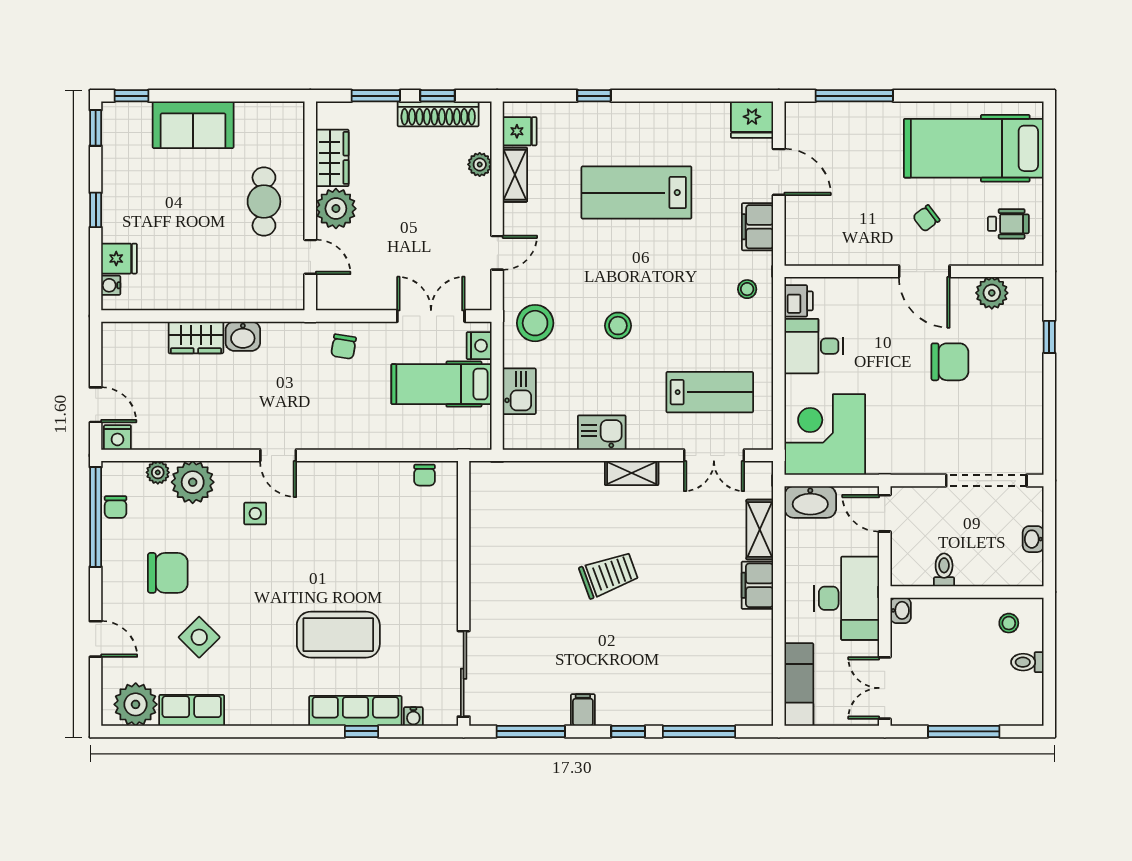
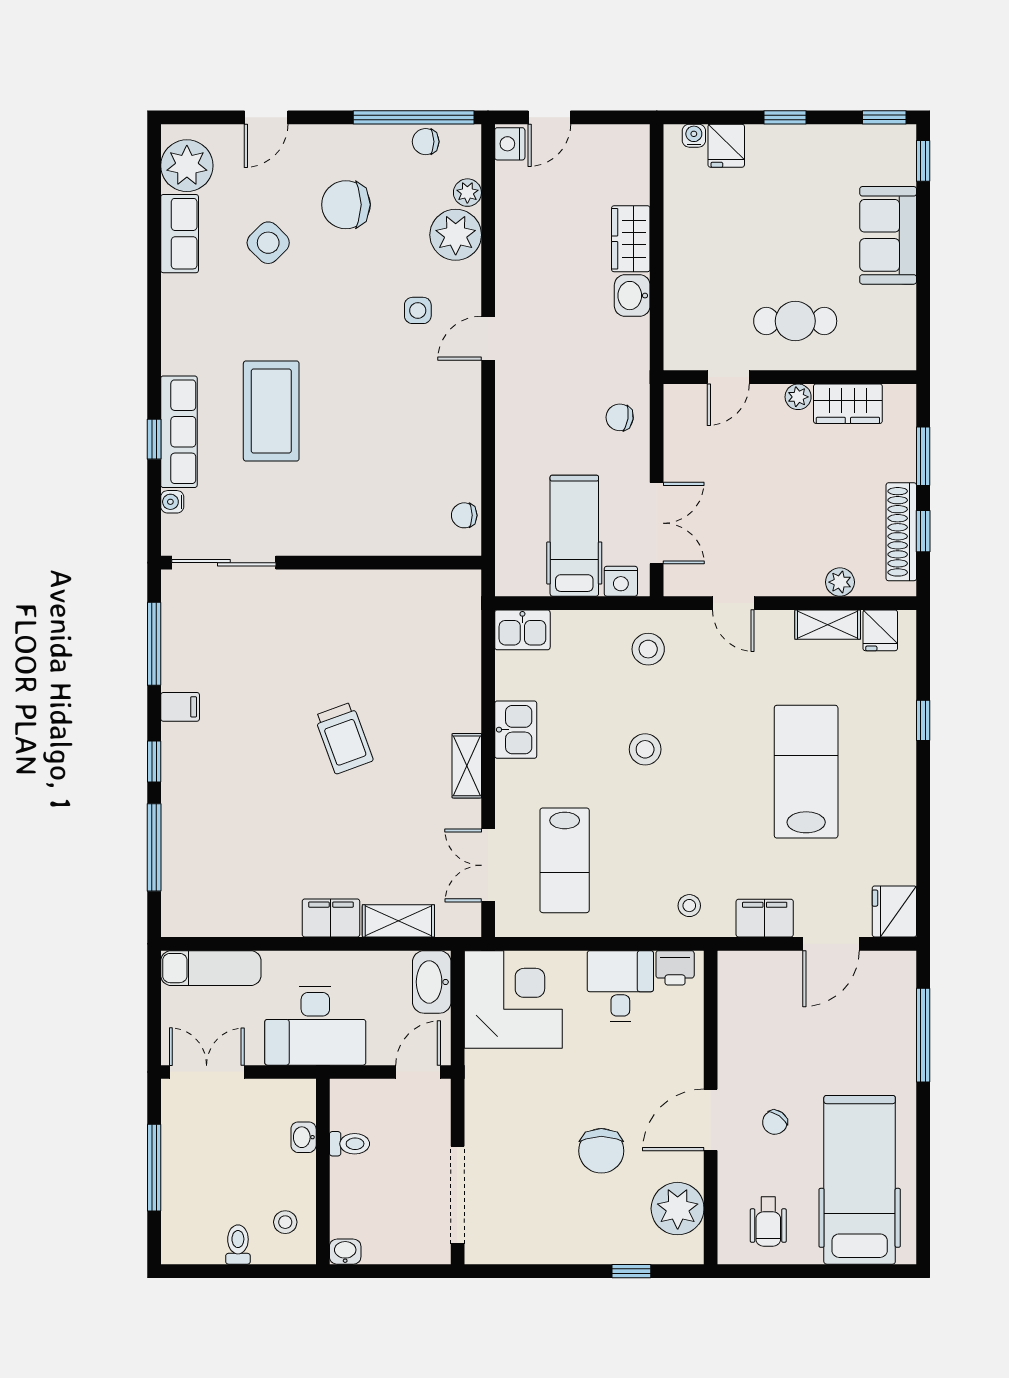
plant: (336, 209) -> (798, 397), width x0.53, depth x0.53
chair: (926, 218) -> (775, 1122), turned -108
plant: (992, 293) -> (678, 1209), width x1.36, depth x1.36
stool: (535, 323) -> (648, 649), width x0.73, depth x0.73
kitchen sink: (519, 391) -> (522, 630), moved
washbasin: (1033, 539) -> (345, 1252), moved
chair: (168, 573) -> (346, 205), turned 90
washbasin: (901, 610) -> (304, 1137), moved, turned 90

